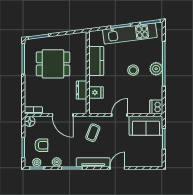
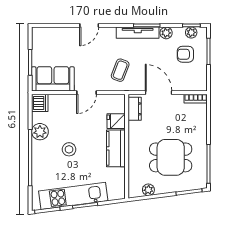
plant: (71, 38) -> (148, 190), added
kitchen counter: (96, 61) -> (116, 148), moved
plant: (156, 69) -> (40, 132), moved
dresser: (81, 90) -> (135, 109), moved
floor lamp: (30, 121) -> (200, 85), removed
tv unit: (93, 162) -> (138, 33), moved

